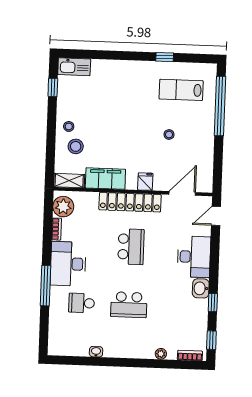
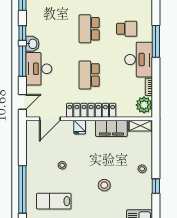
window: (53, 88) -> (156, 186), moved
lab bench: (181, 90) -> (54, 201), turned 180
stool: (76, 146) -> (104, 185), moved
window: (214, 267) -> (22, 61), added
school desk: (129, 305) -> (89, 29), turned -90

